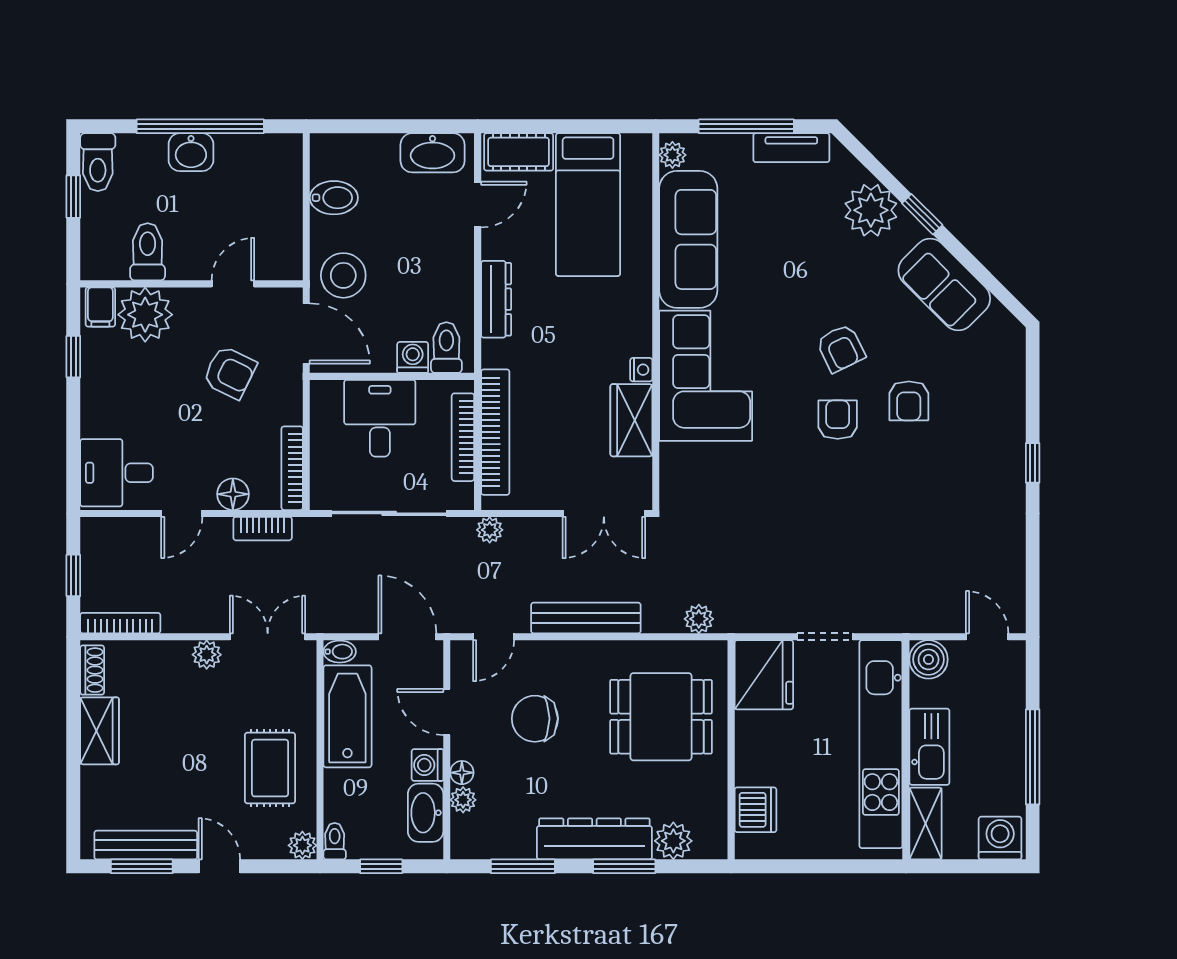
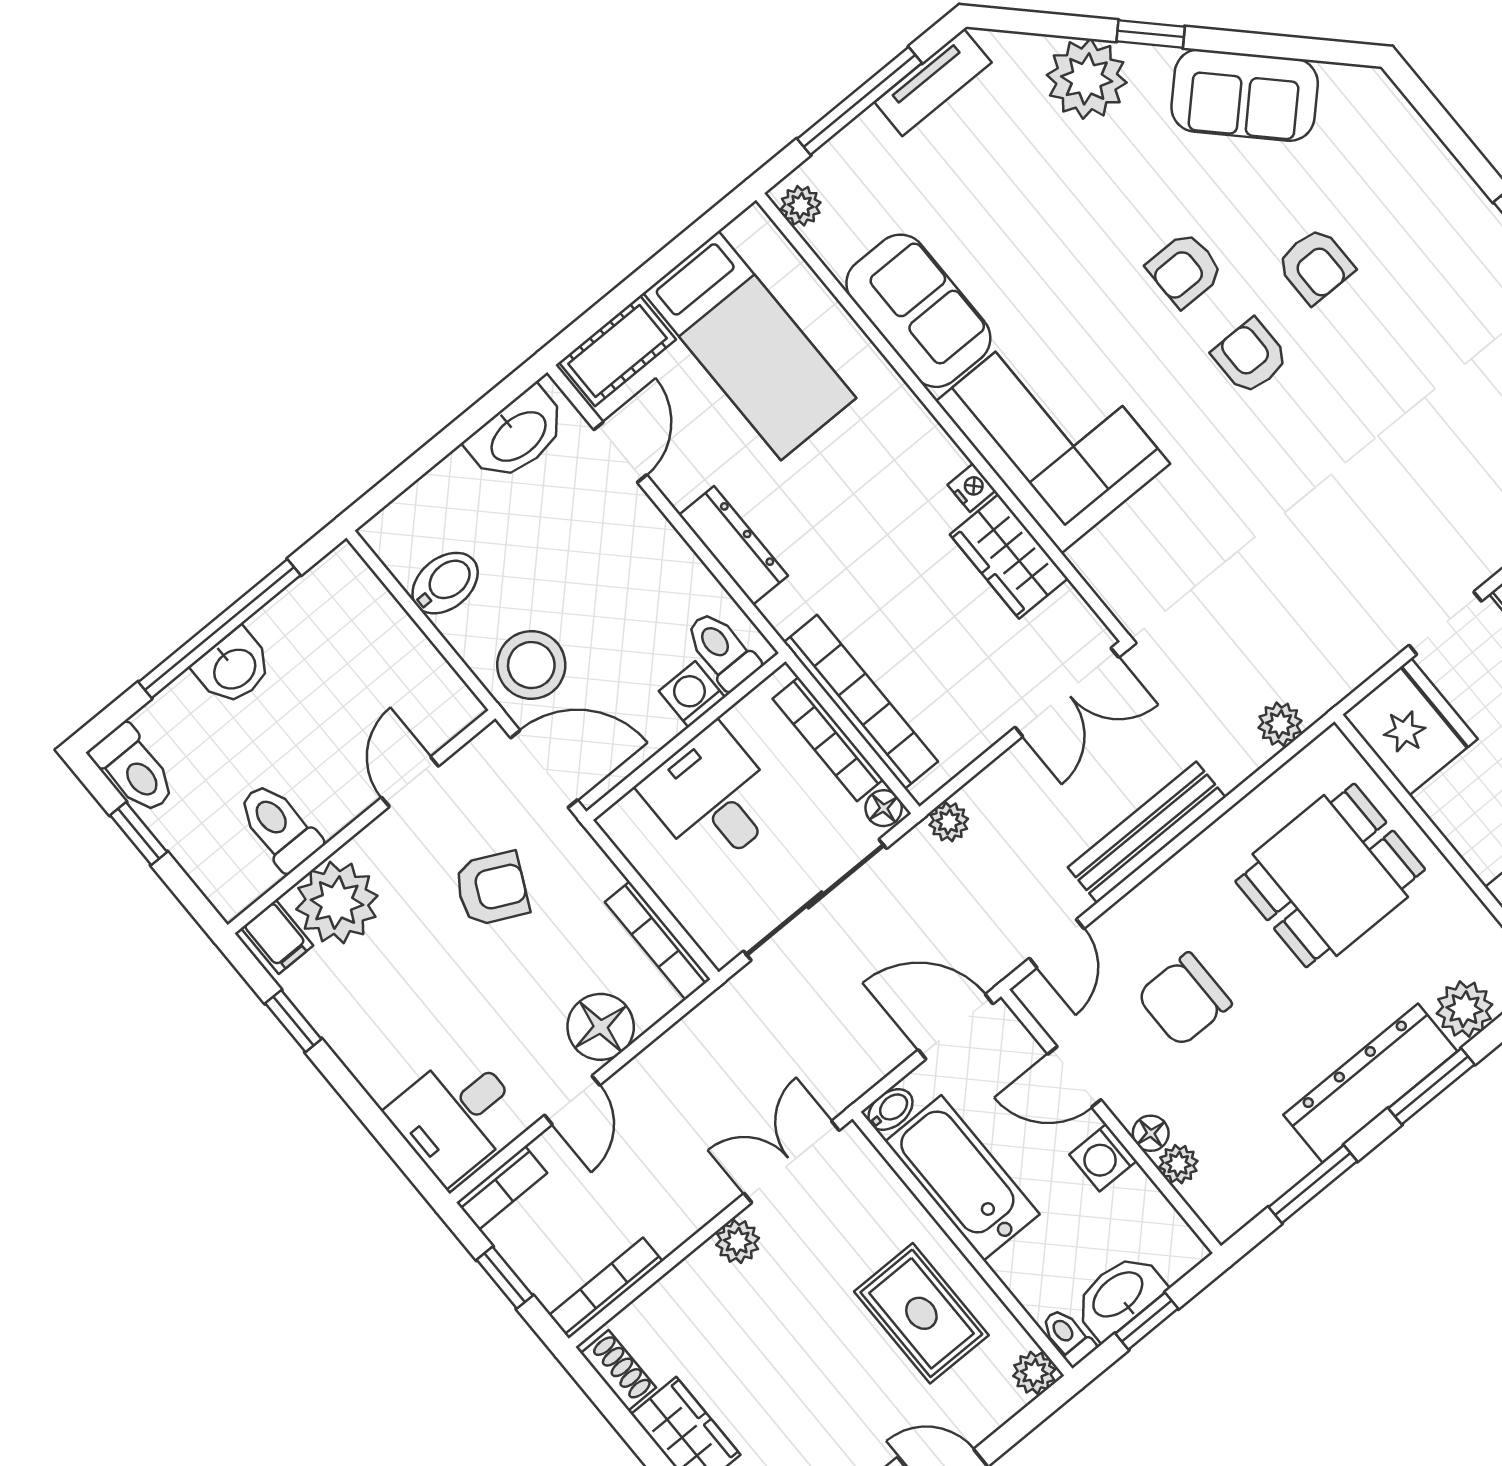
sofa: (688, 239) -> (918, 311), width x0.73
armchair: (841, 348) -> (1185, 270), turned 116
floor lamp: (233, 494) -> (601, 1027), width x1.38, depth x1.38
floor lamp: (462, 496) -> (884, 808), added
bookcase: (263, 529) -> (502, 1188), moved
washbasin: (426, 813) -> (1119, 1296), moved, turned 90

